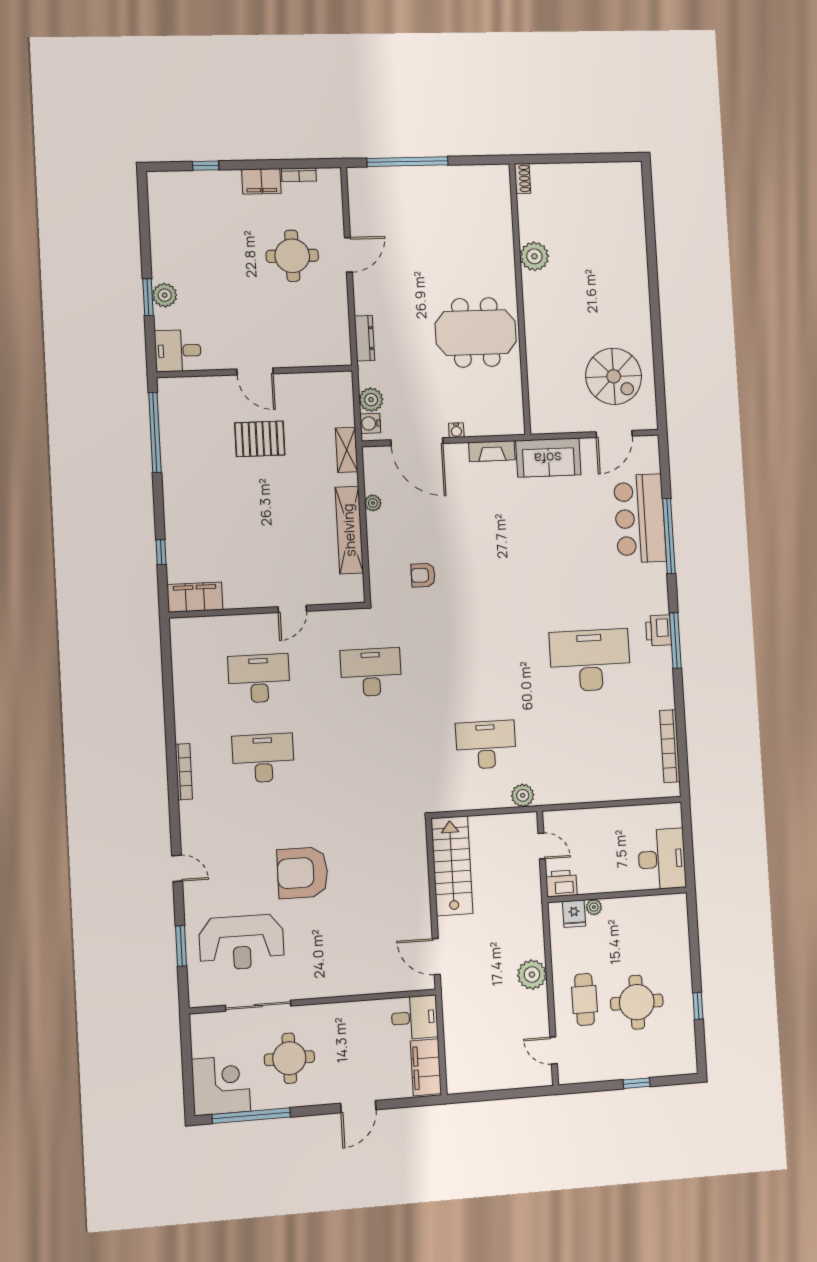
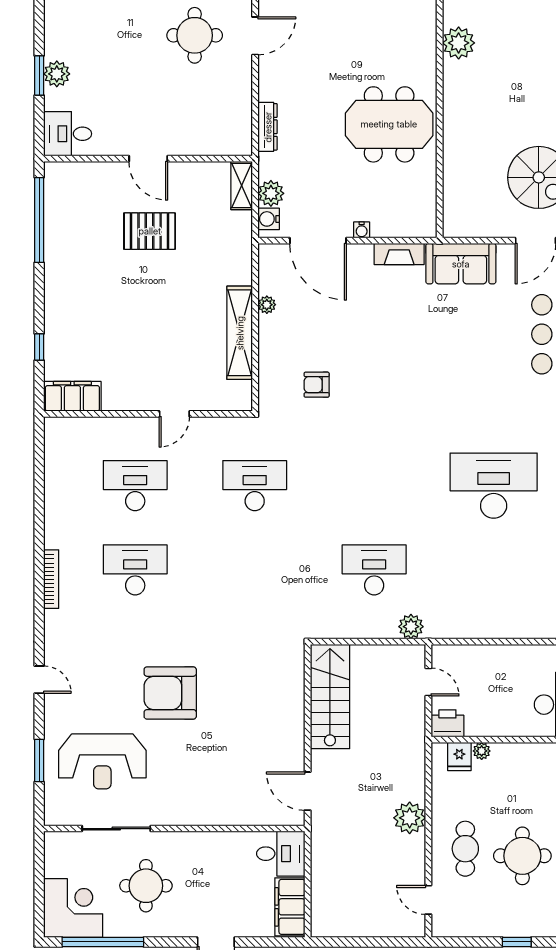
shelving: (347, 450) -> (242, 185), moved

